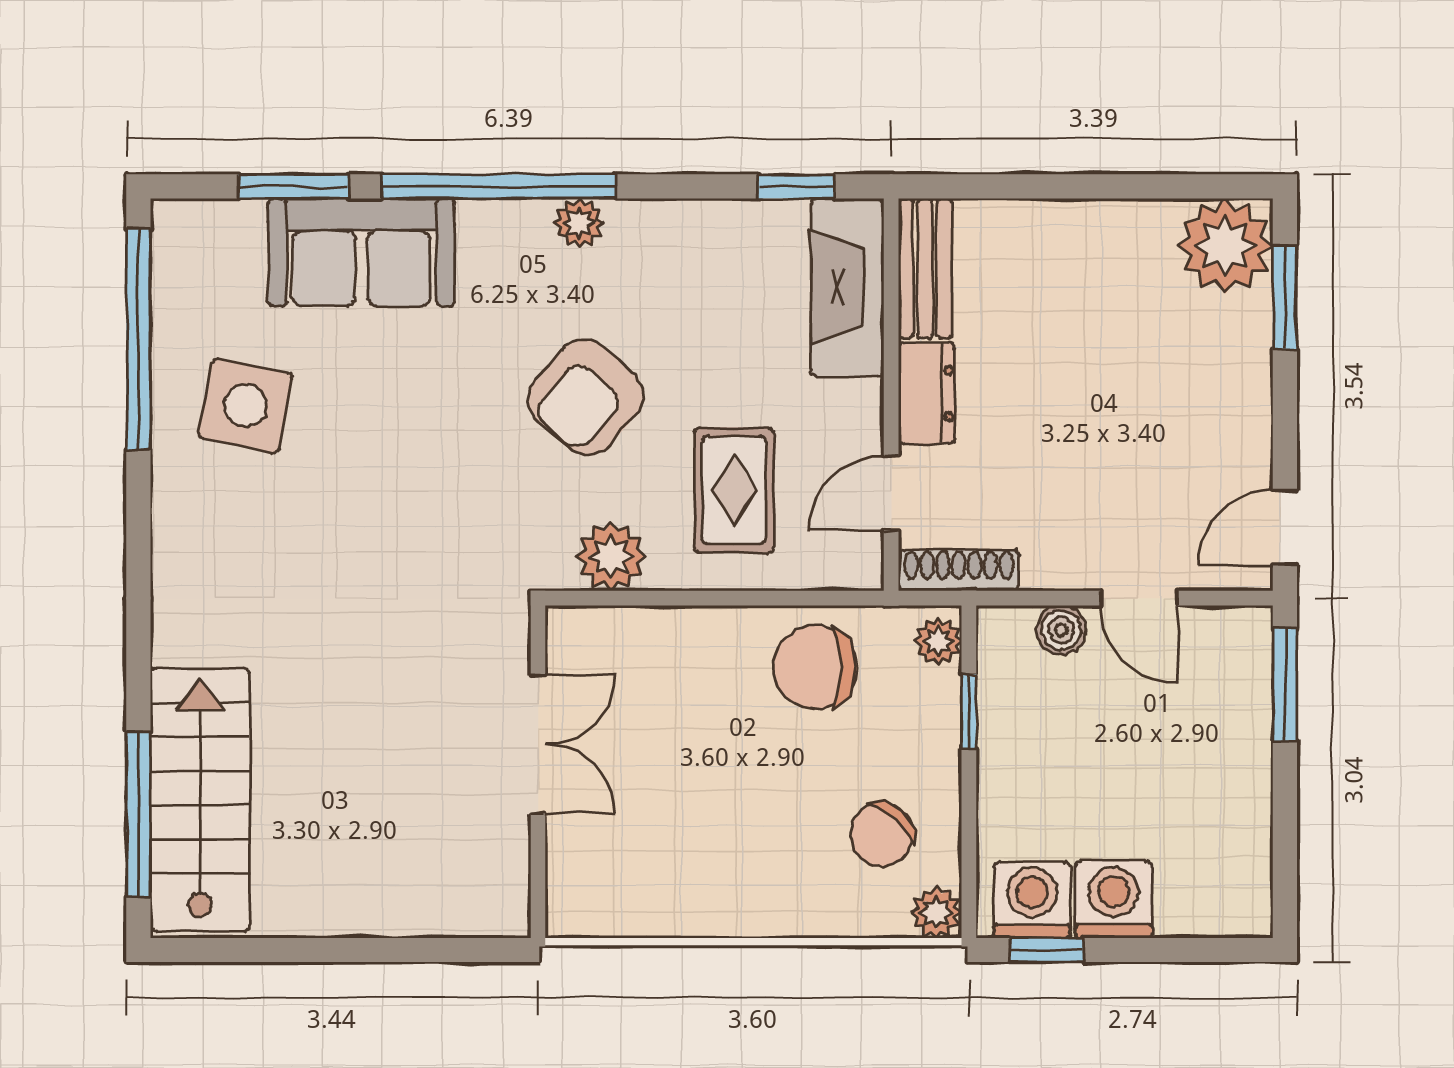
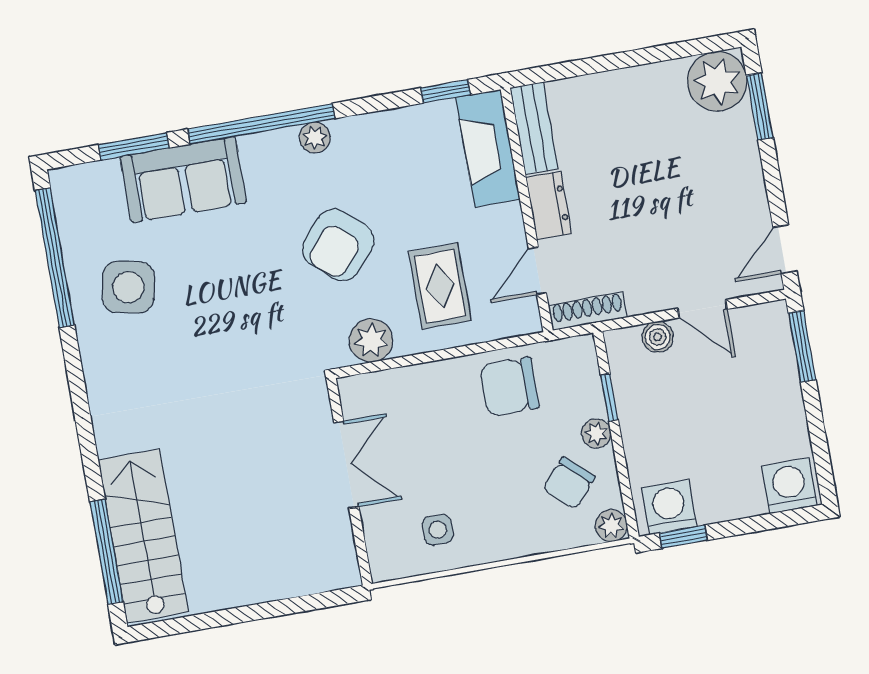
plant: (938, 641) -> (596, 434), moved
side table: (663, 871) -> (438, 530), added
washing machine: (1114, 899) -> (789, 486), moved

